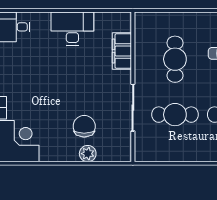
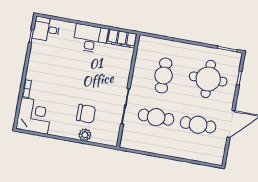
filing cabinet: (122, 51) -> (122, 39), moved, turned -90
chair: (84, 126) -> (86, 114), turned 90

